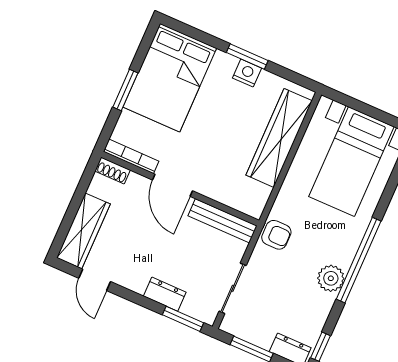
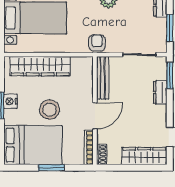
stool: (211, 124) -> (49, 110), added

